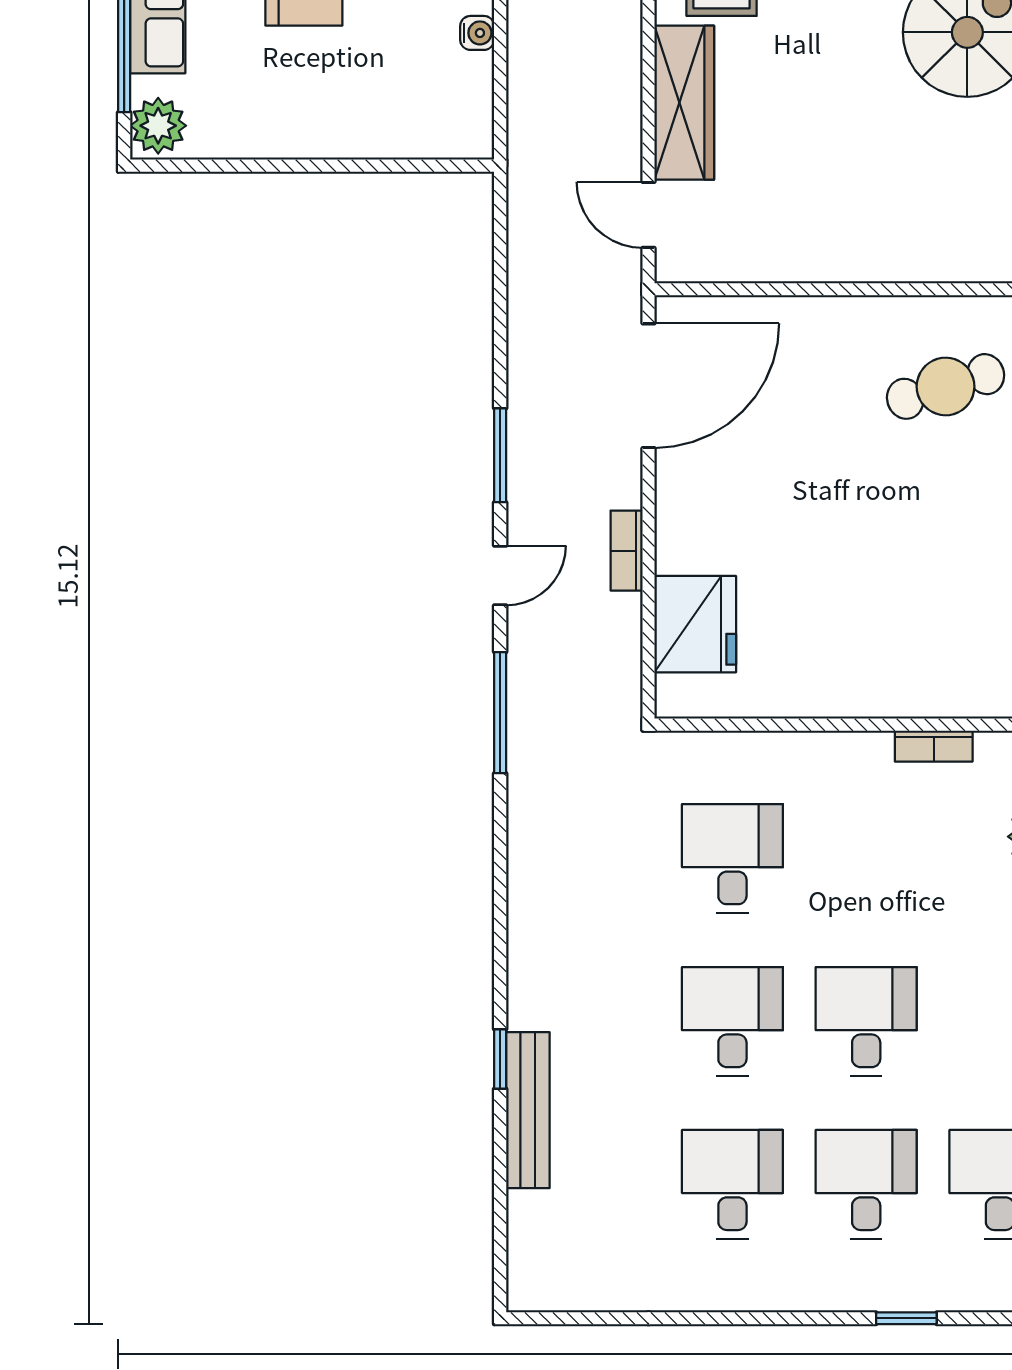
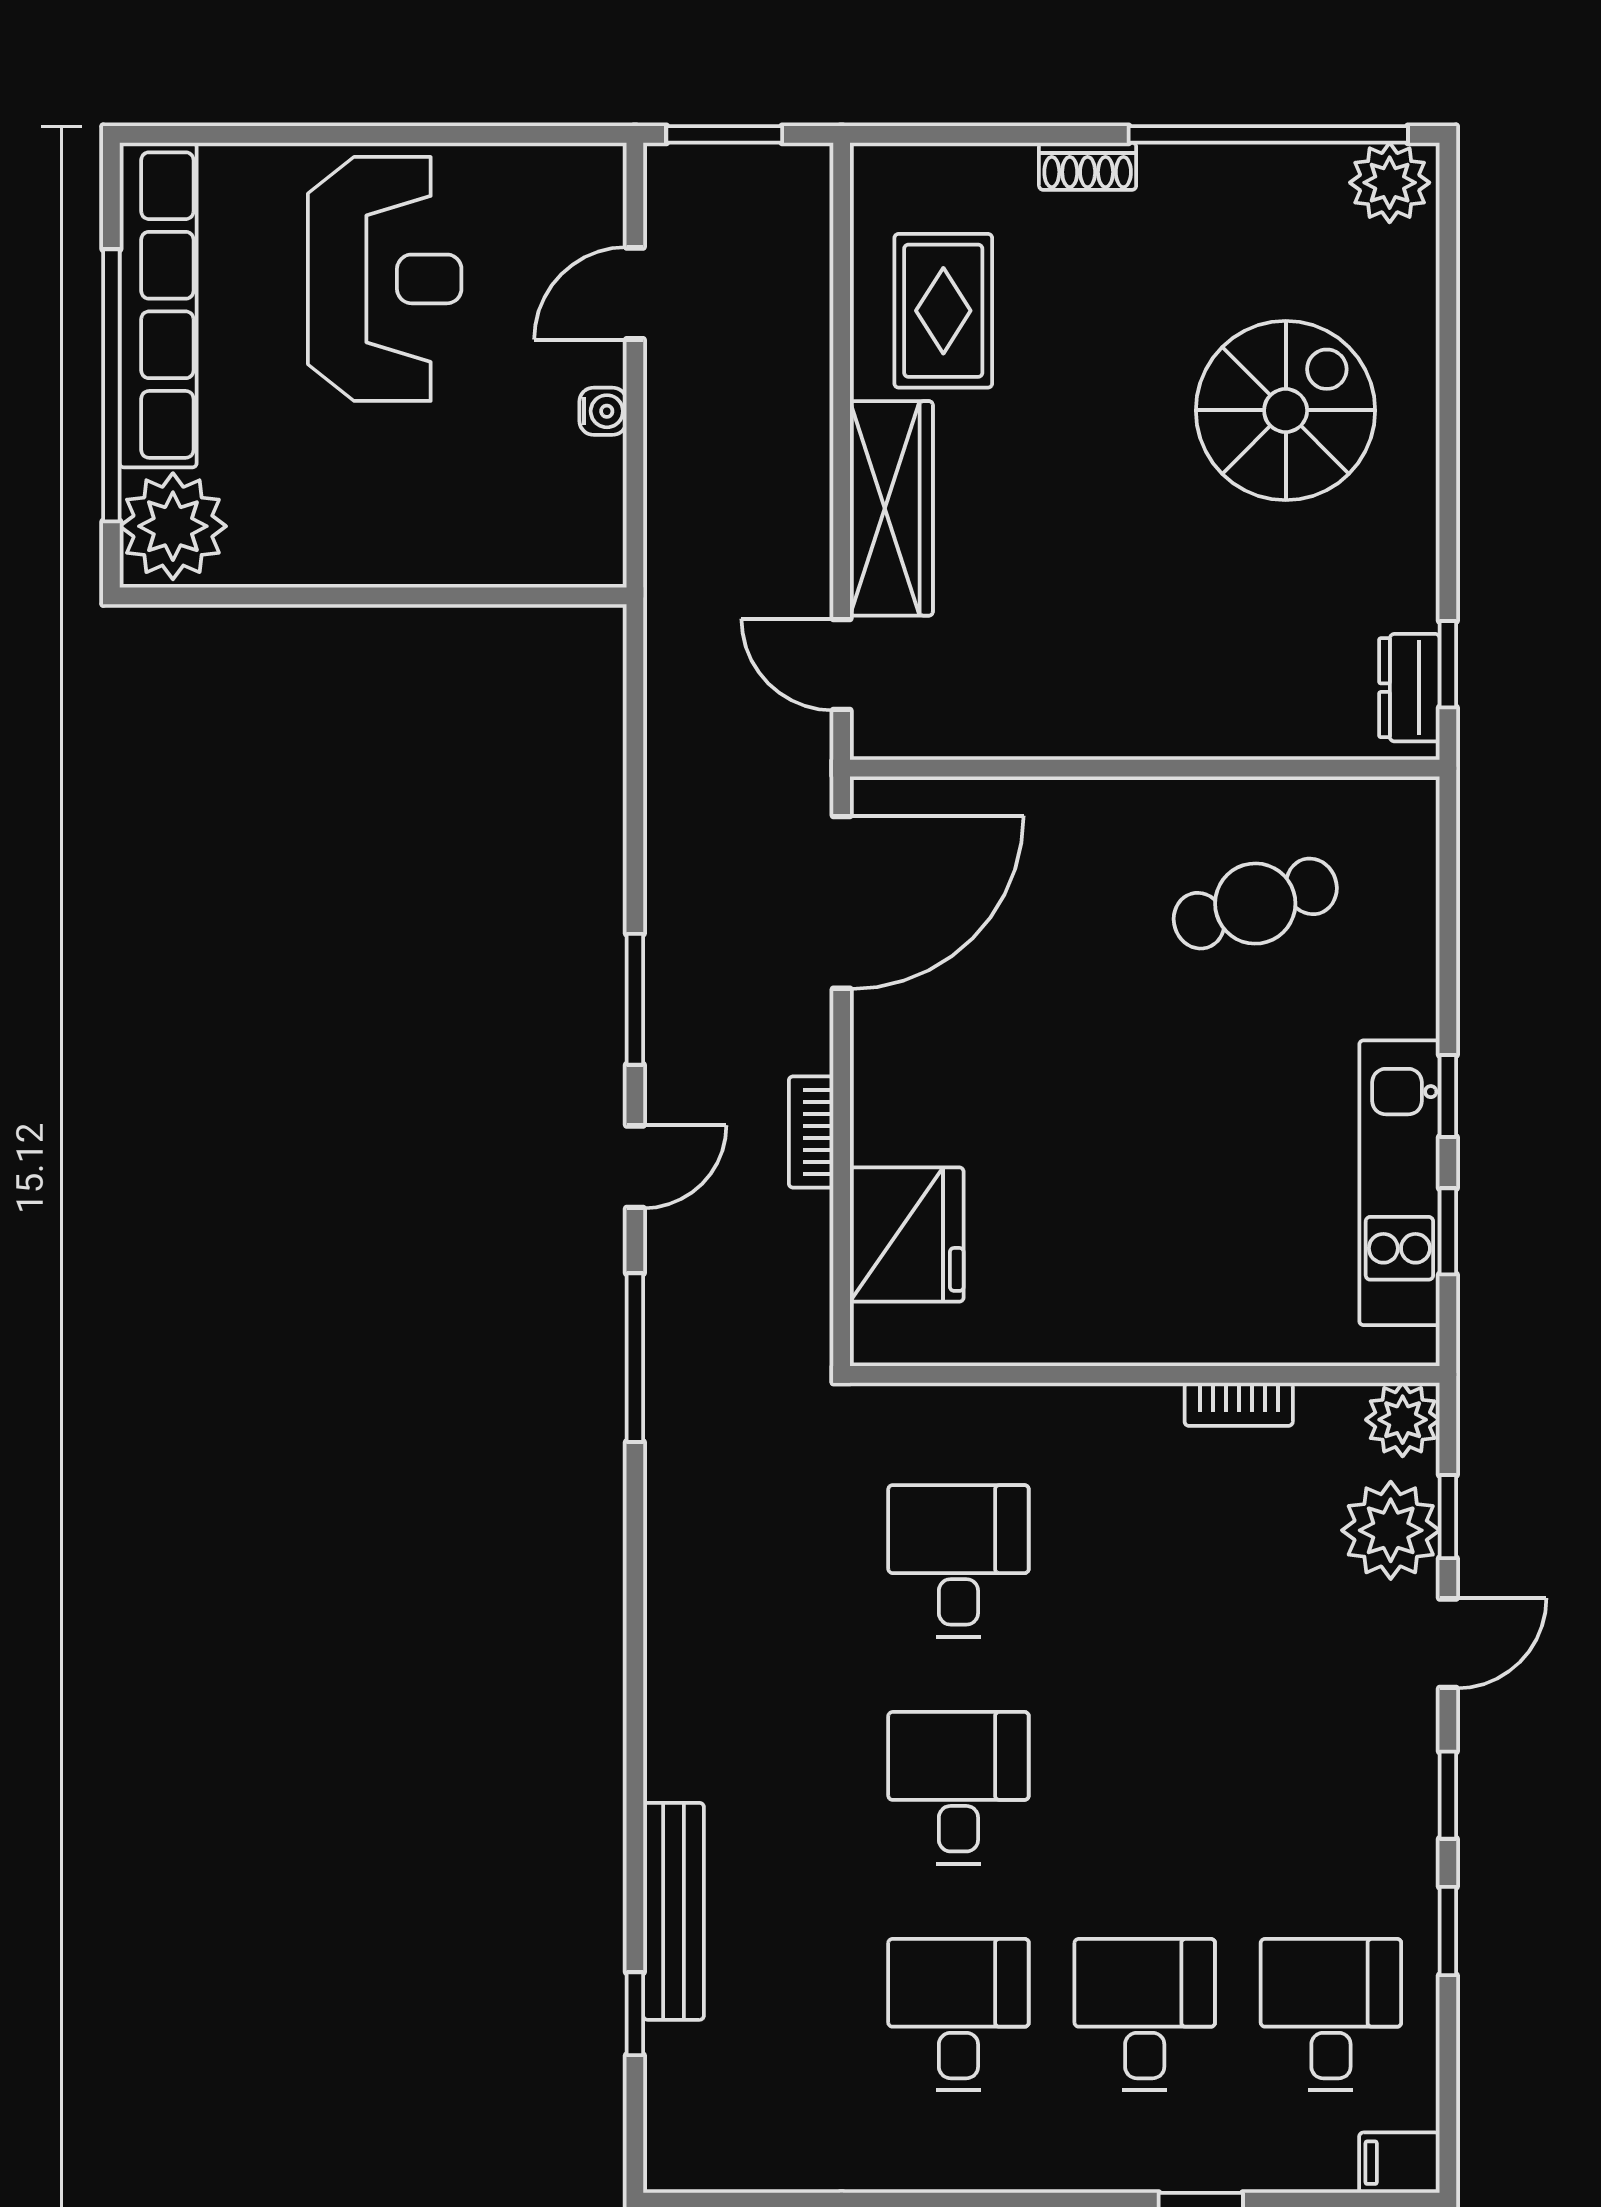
plant: (158, 126) -> (173, 526), width x1.36, depth x1.36
desk: (866, 1021) -> (1145, 1788), removed
window: (500, 1059) -> (635, 2014), moved

